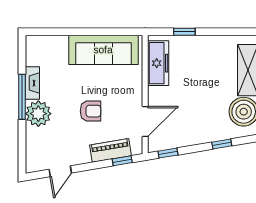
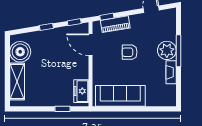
freezer: (158, 63) -> (81, 91), width x0.71
window: (22, 97) -> (178, 51), moved
door: (145, 121) -> (91, 45), hinge flipped
window: (222, 144) -> (46, 27), moved

